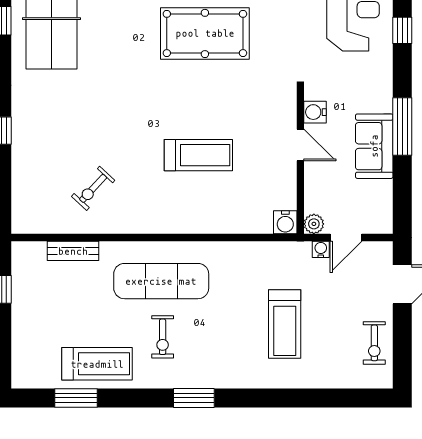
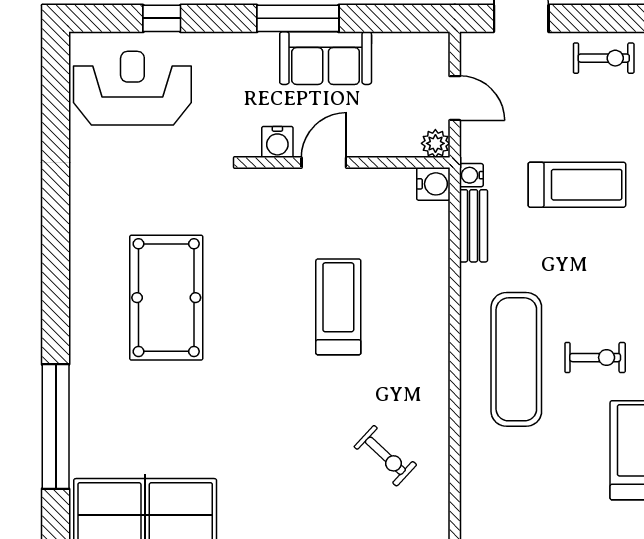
water cooler: (321, 249) -> (471, 175), moved
bench: (73, 251) -> (474, 226), moved

